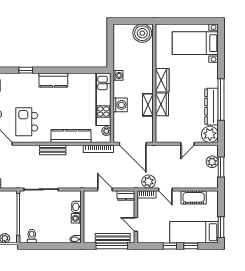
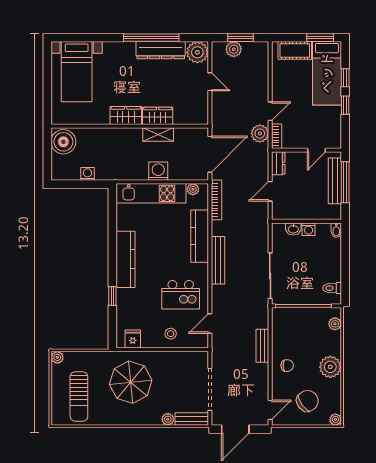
washing machine: (118, 75) -> (88, 174), moved
kitchen counter: (53, 80) -> (125, 259), width x1.50
bench: (53, 150) -> (218, 260), width x1.36
cot: (194, 197) -> (295, 50), moved, turned 90

